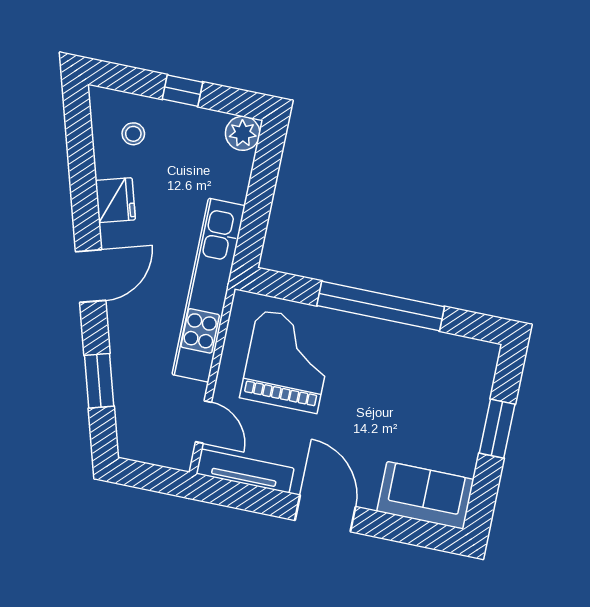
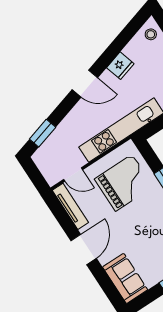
stool: (133, 134) -> (151, 34), moved
window: (99, 381) -> (43, 133), moved
door: (204, 422) -> (73, 175), hinge flipped

